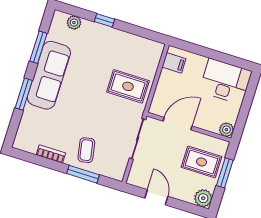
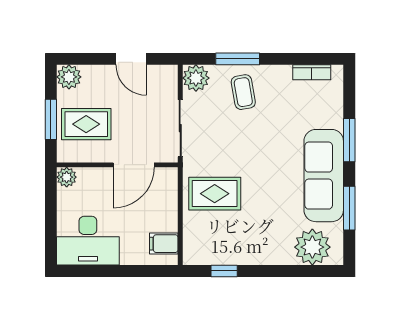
window: (104, 20) -> (224, 271), moved
plant: (74, 23) -> (312, 247), width x1.87, depth x1.87
bookcase: (51, 154) -> (312, 72), moved
plant: (116, 170) -> (196, 78), added

